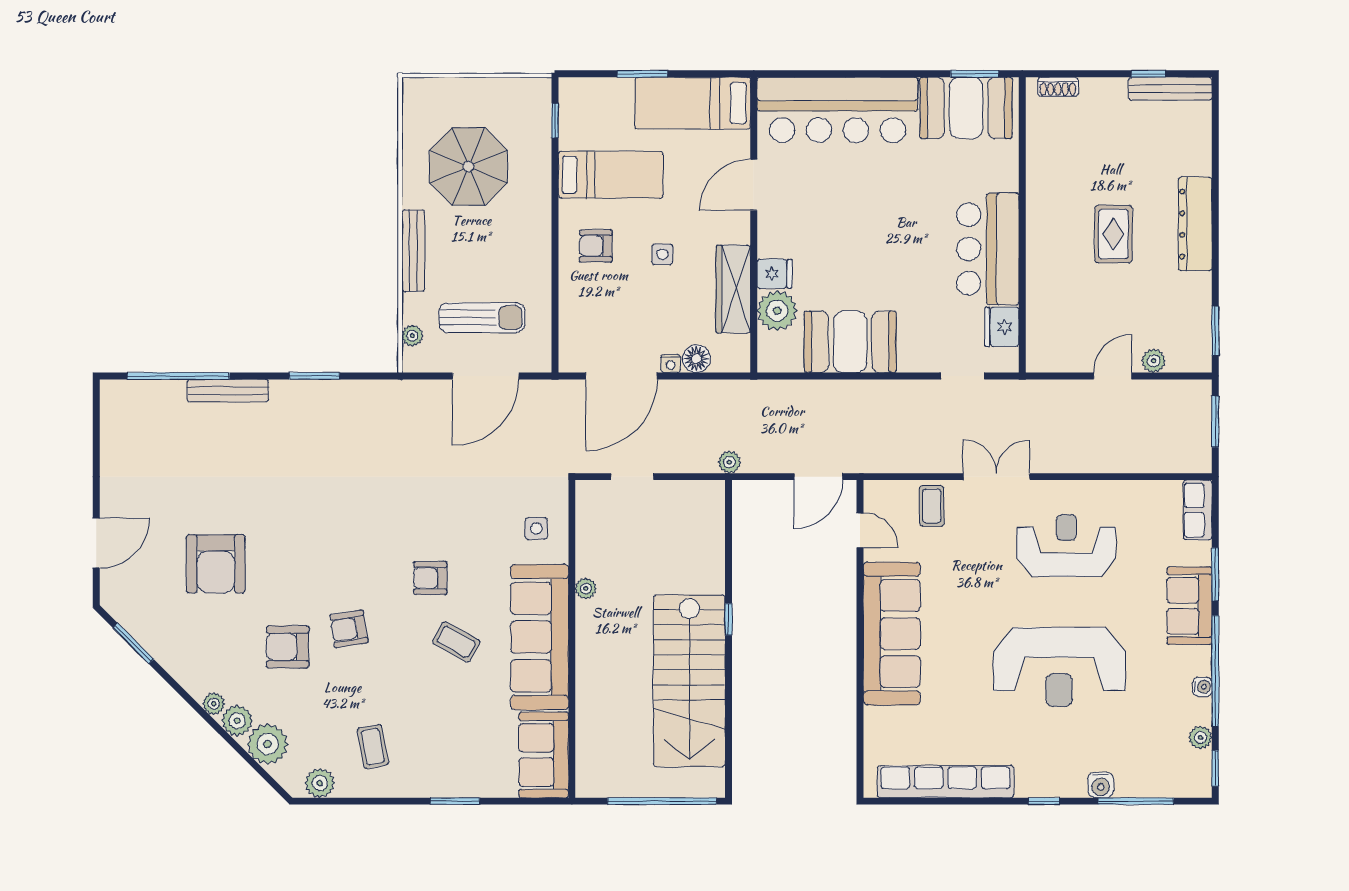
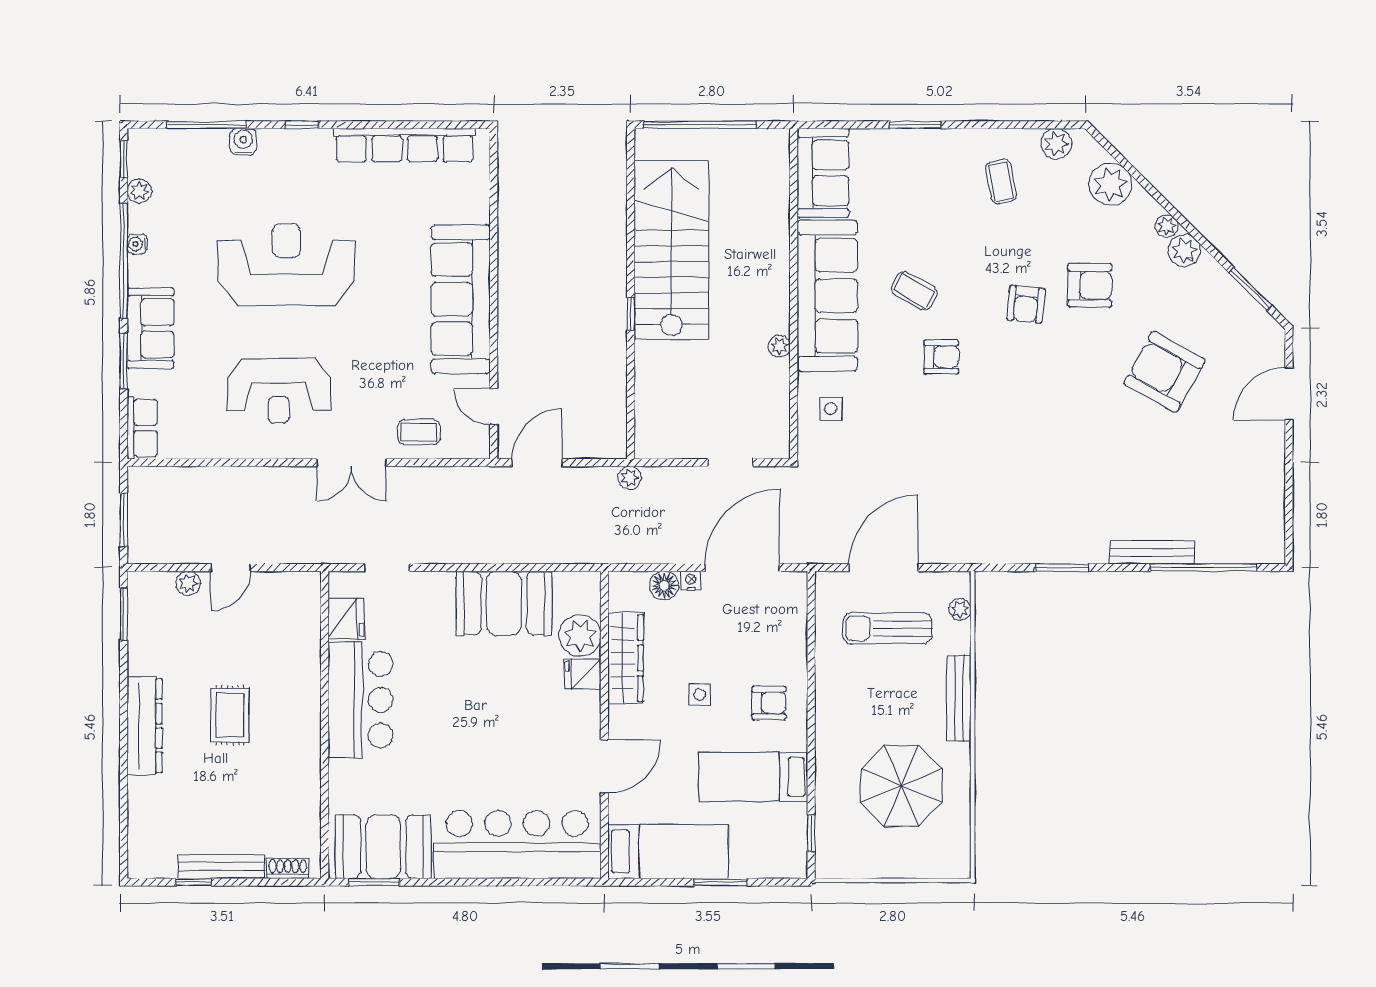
bench: (1170, 89) -> (221, 867), moved
coffee table: (932, 506) -> (419, 432), turned 90
armchair: (216, 564) -> (1164, 372), turned -61
armchair: (349, 629) -> (1026, 304), turned 105
plant: (237, 721) -> (1184, 251), moved

